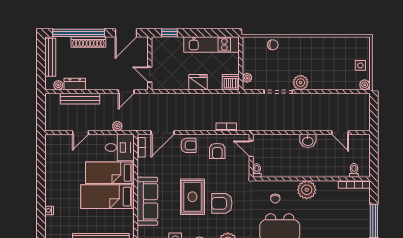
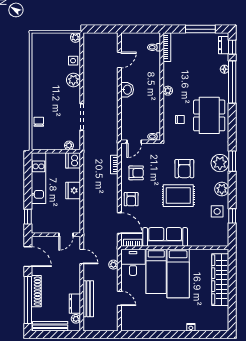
side table: (360, 65) -> (73, 61), moved
plant: (301, 83) -> (73, 80), moved
armchair: (189, 145) -> (131, 199), turned 180
plant: (307, 190) -> (168, 91), width x0.53, depth x0.53
sofa: (147, 201) -> (165, 237), moved

